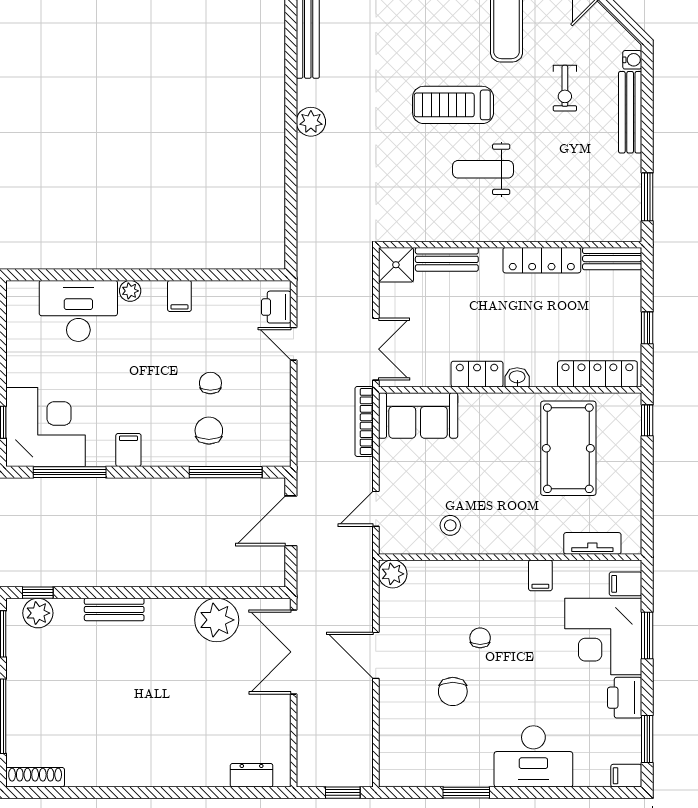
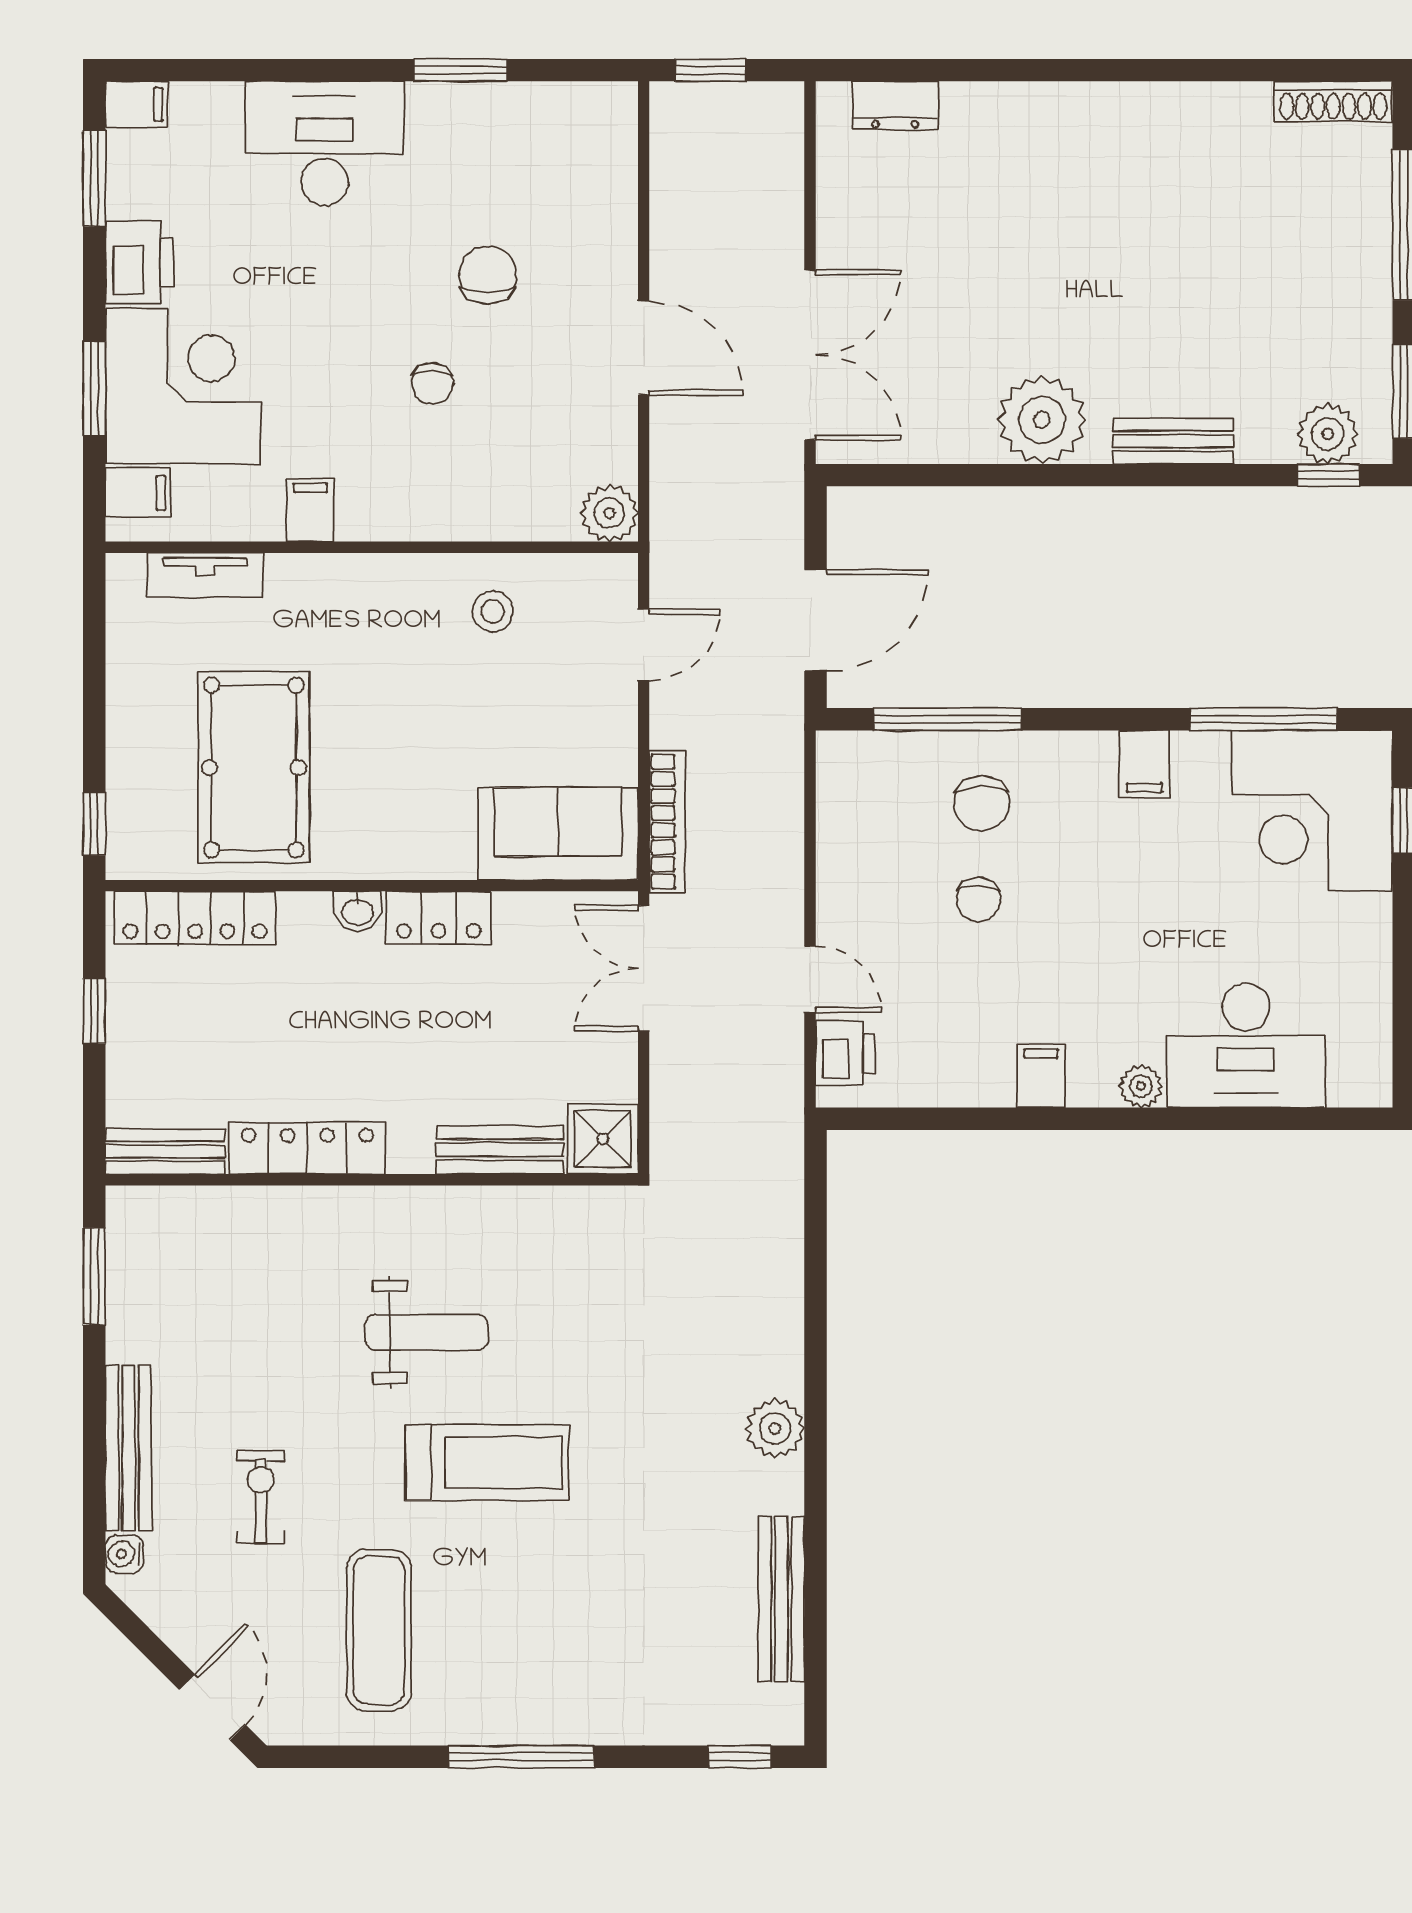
plant: (217, 620) -> (1042, 420), moved

